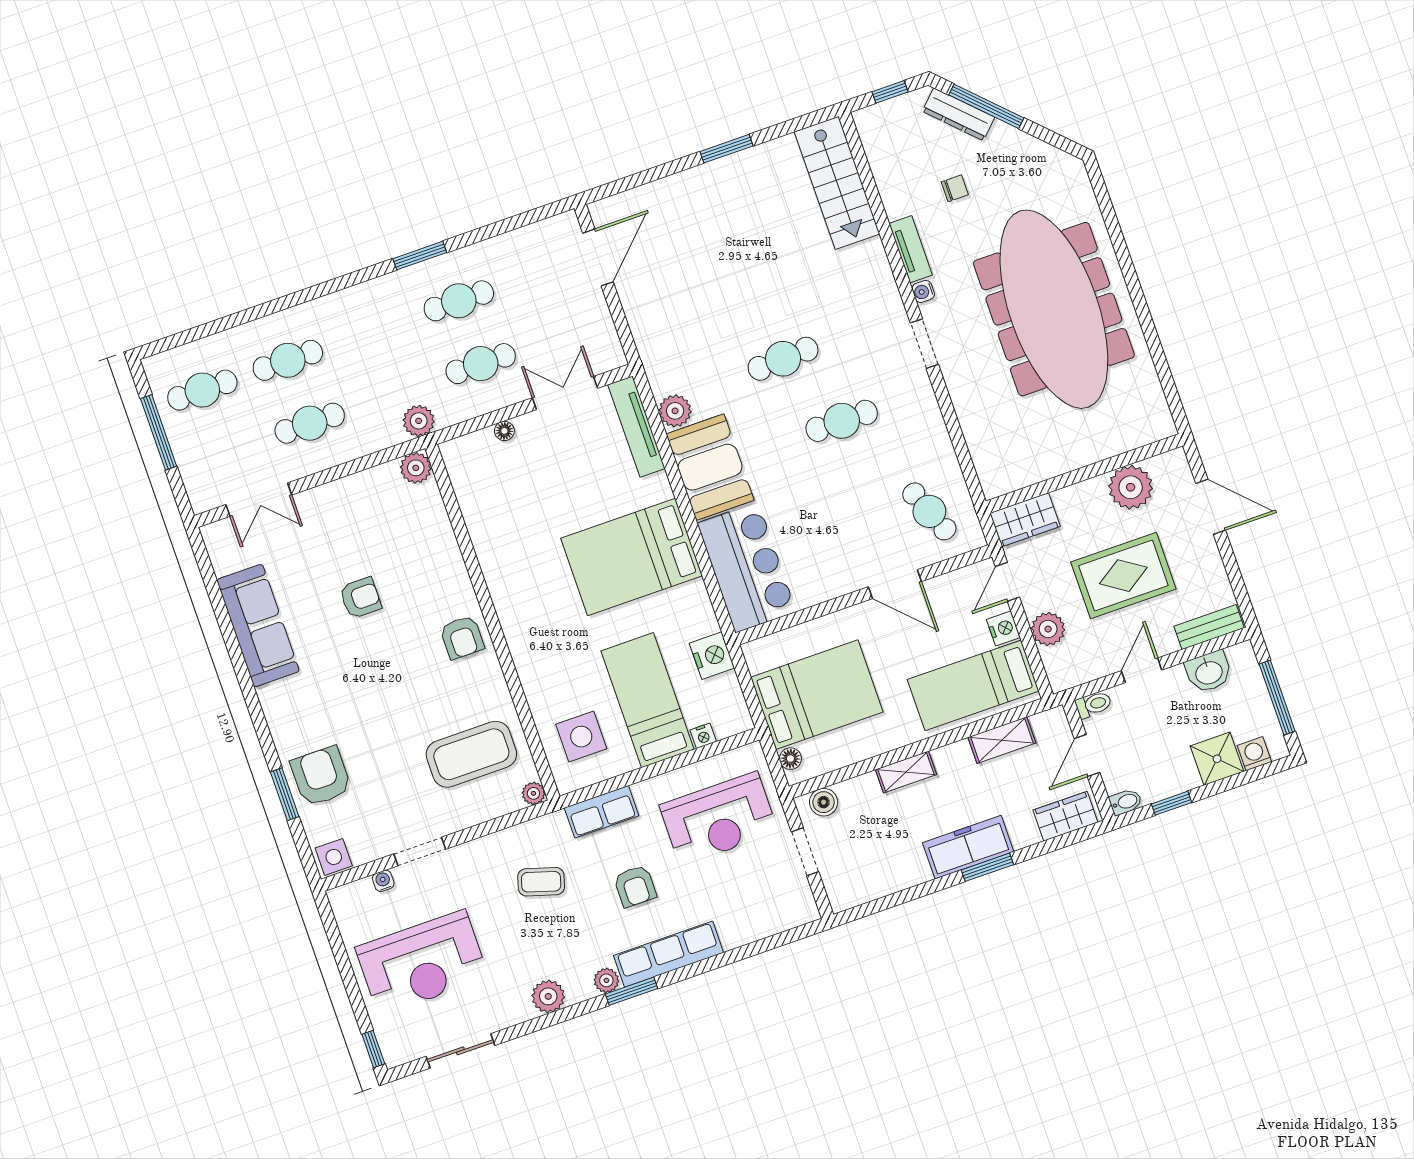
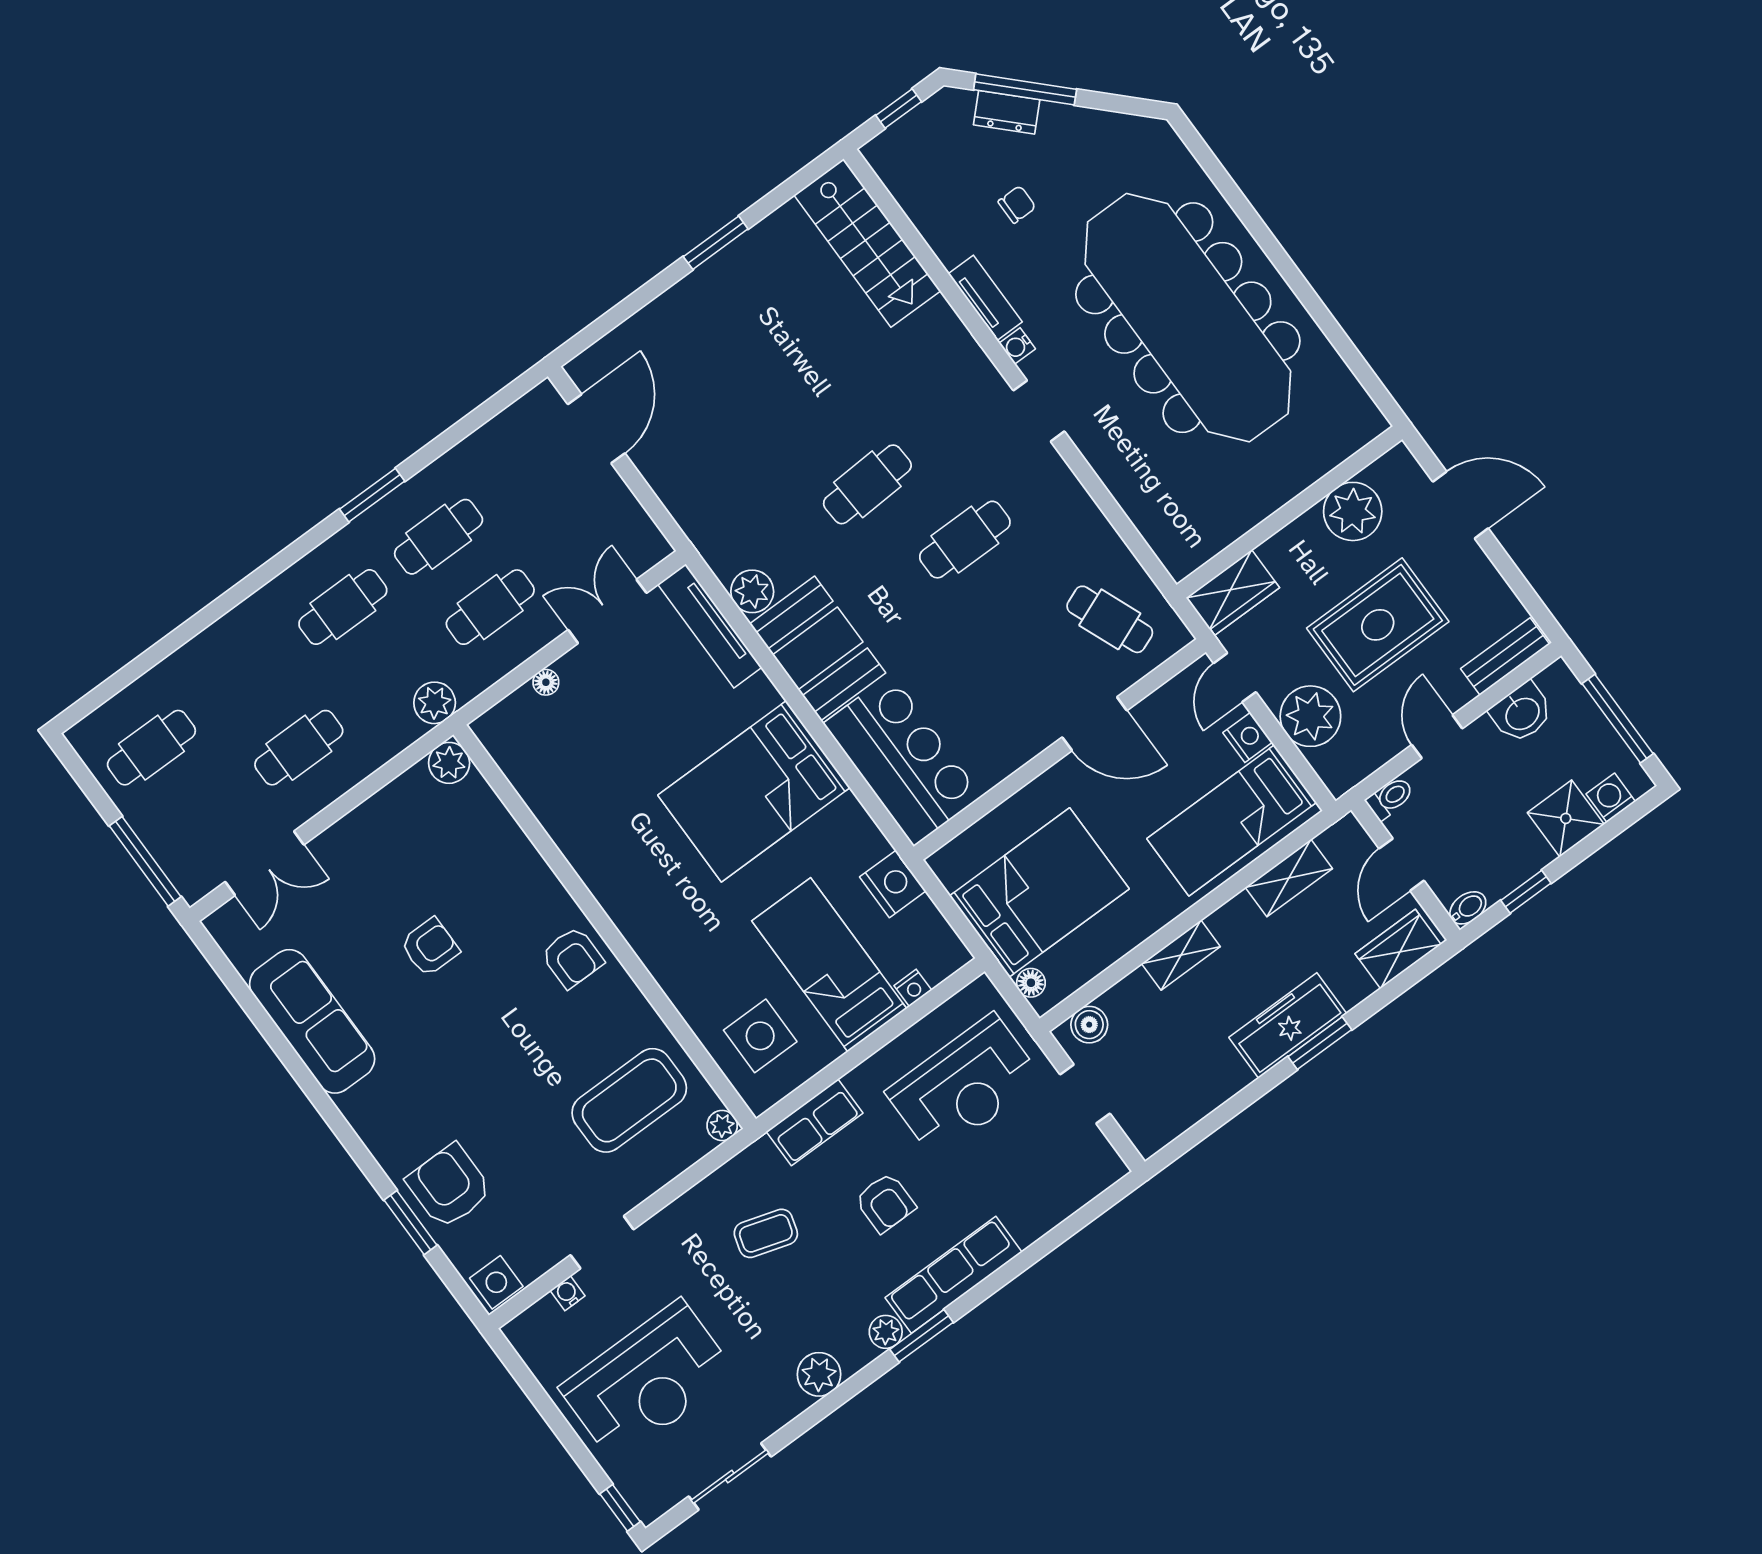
dresser: (959, 114) -> (1007, 112), width x0.70
cafe table: (288, 360) -> (343, 607), moved
window: (159, 432) -> (145, 861), moved
plant: (1048, 629) -> (1310, 716), width x1.36, depth x1.36

